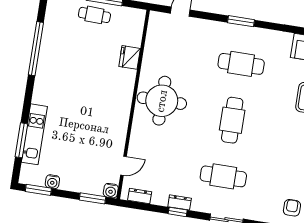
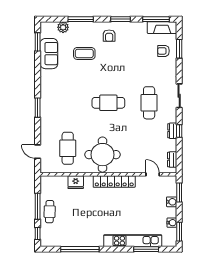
cafe table: (241, 64) -> (68, 148), moved
locker: (122, 111) -> (114, 181), added
kitchen unit: (34, 134) -> (133, 241), width x1.36
water cooler: (111, 191) -> (172, 202), moved

